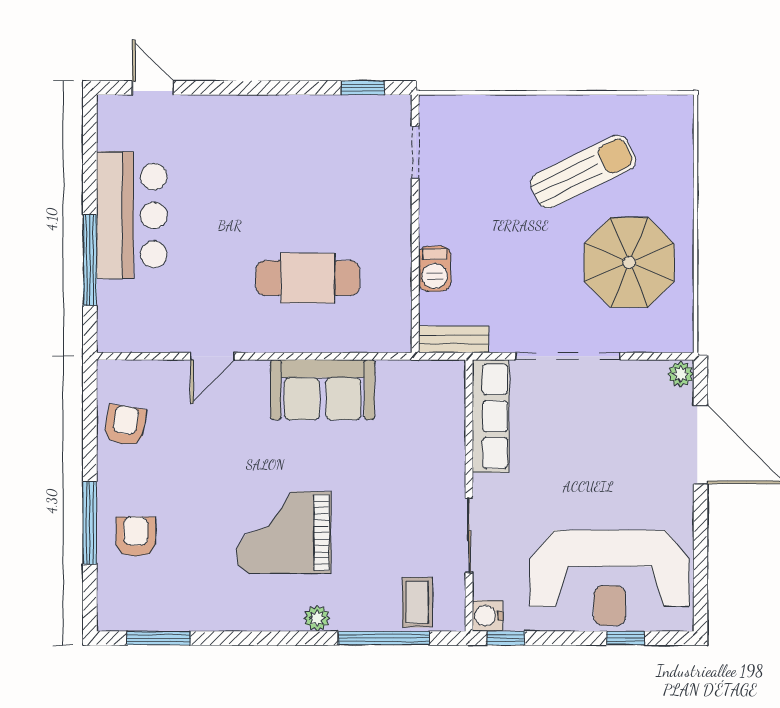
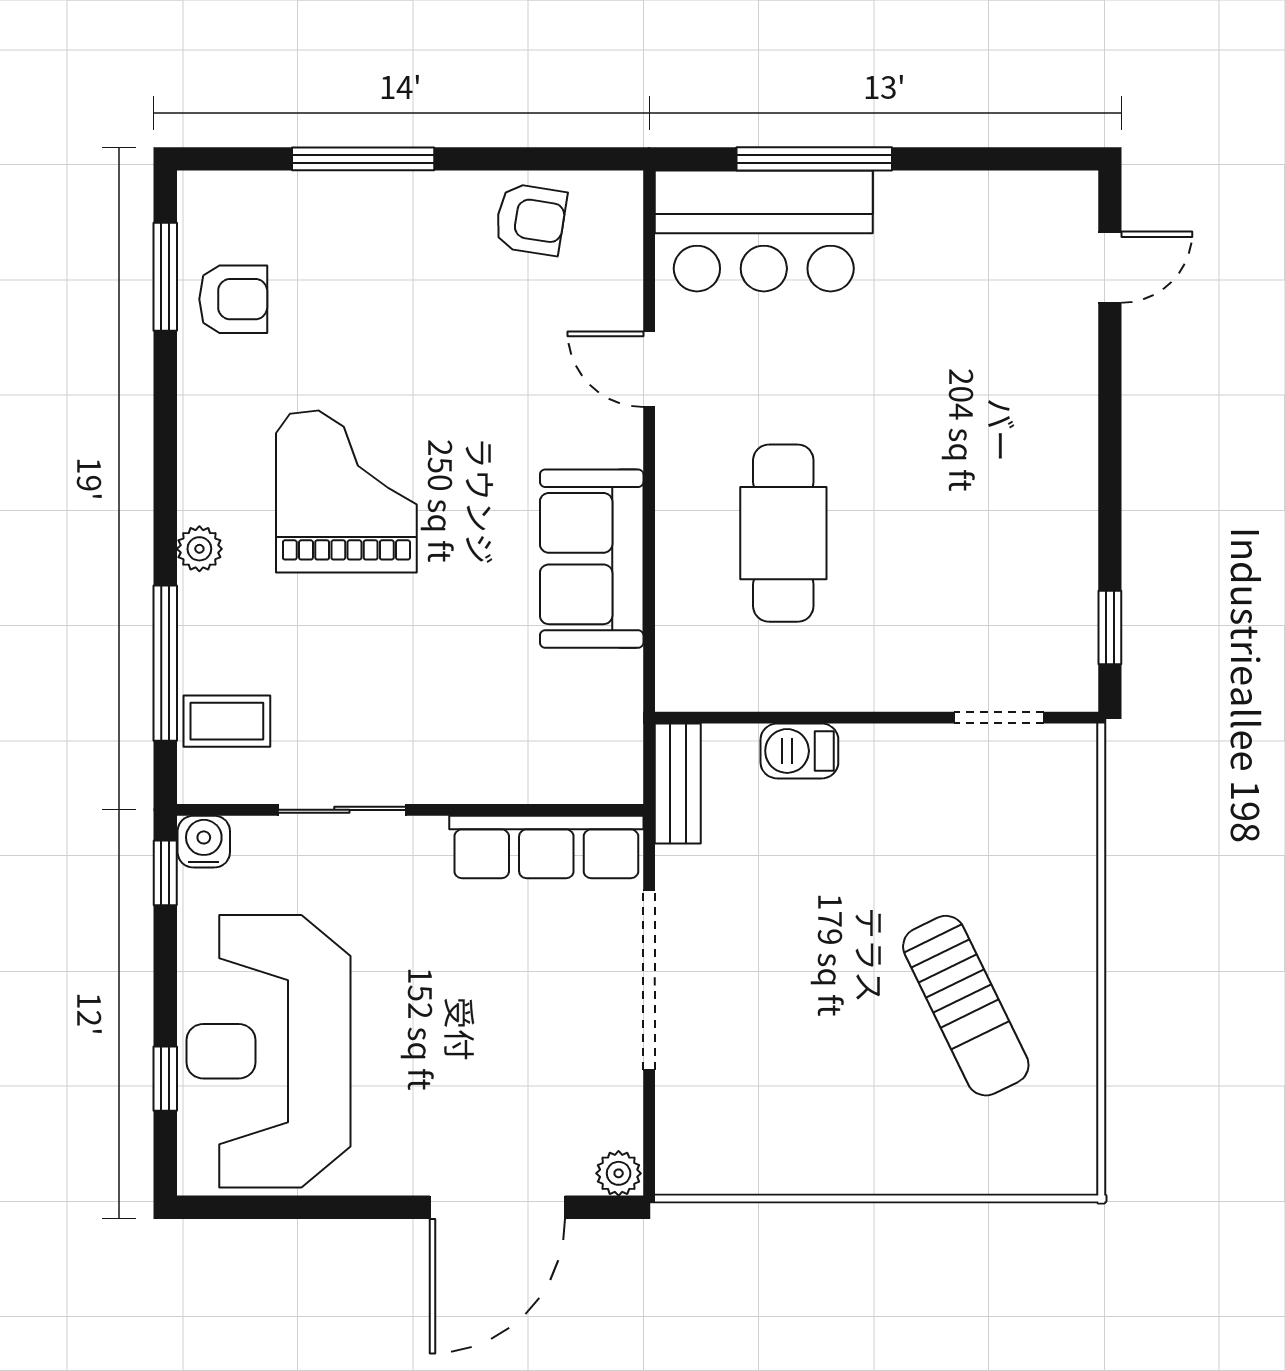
bar counter: (132, 215) -> (764, 231), moved
parasol: (629, 262) -> (810, 1085), removed
armchair: (136, 537) -> (233, 299), moved

